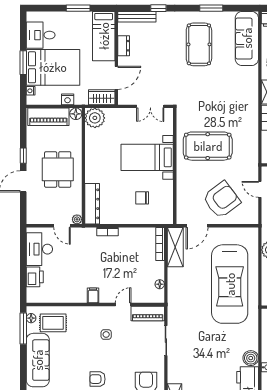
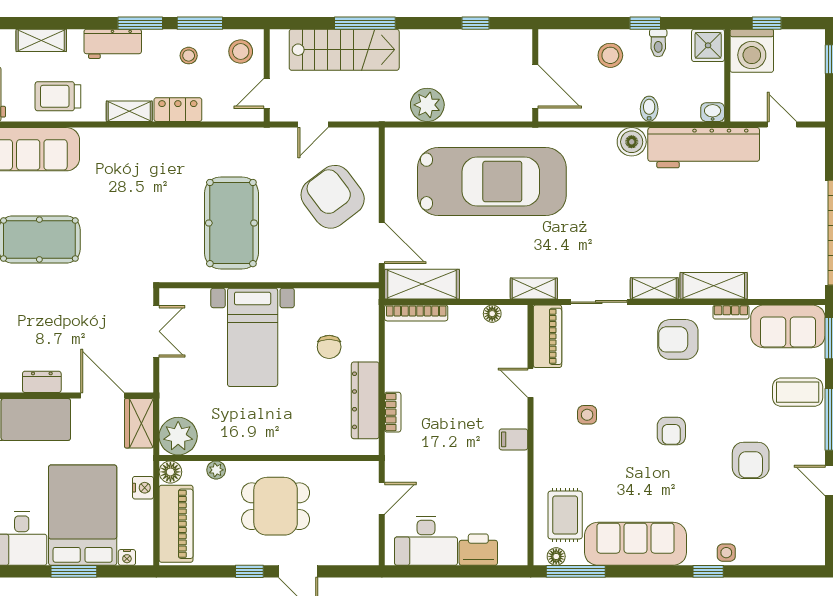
dresser: (92, 204) -> (365, 400), moved, turned -90
plant: (77, 219) -> (216, 470), moved
shelving: (173, 306) -> (534, 289), added
shelving: (173, 370) -> (654, 288), added

